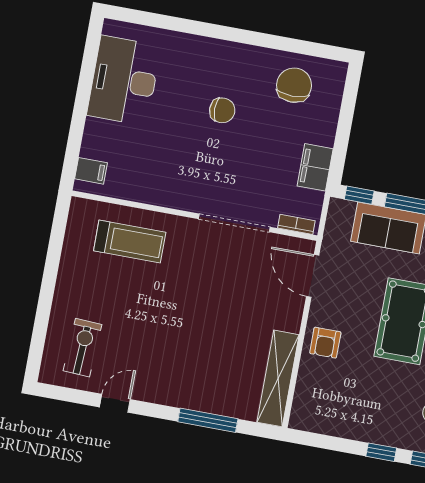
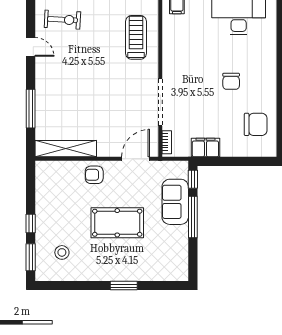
treadmill: (130, 242) -> (136, 37), turned 180

